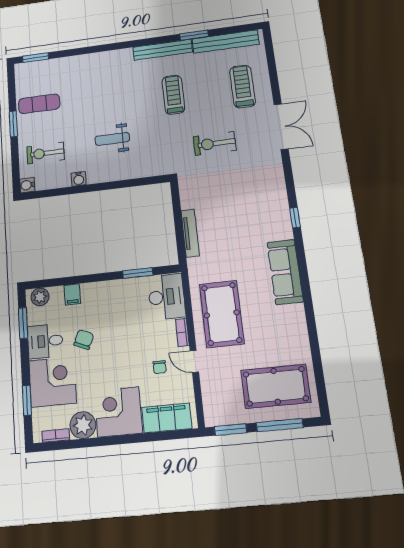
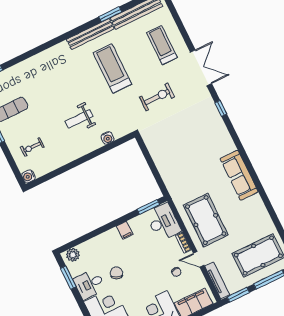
treadmill: (173, 95) -> (112, 68), width x1.37, depth x1.38
exercise bike: (215, 143) -> (157, 97), turned 180
exercise bike: (46, 153) -> (32, 147), width x0.73, depth x0.72
water cooler: (79, 179) -> (107, 138), moved
window: (295, 218) -> (221, 108), moved
tv unit: (190, 233) -> (217, 280), moved
window: (138, 273) -> (148, 207), moved
filing cabinet: (72, 294) -> (125, 230), moved

